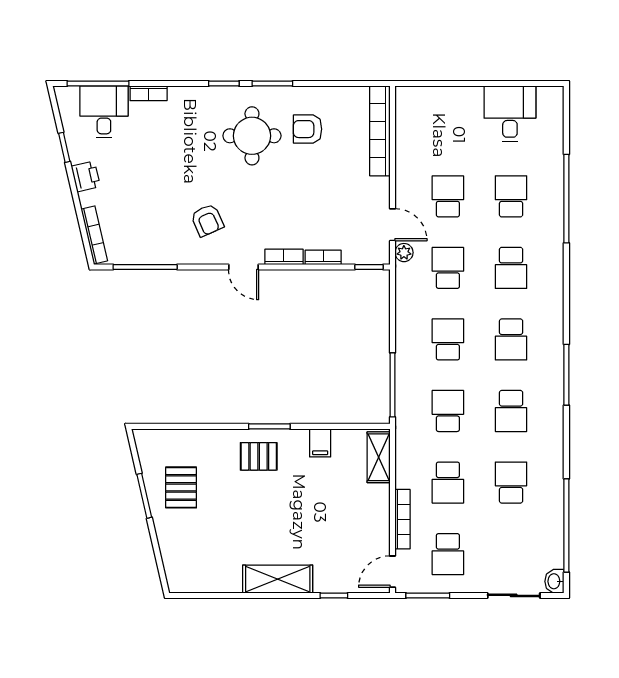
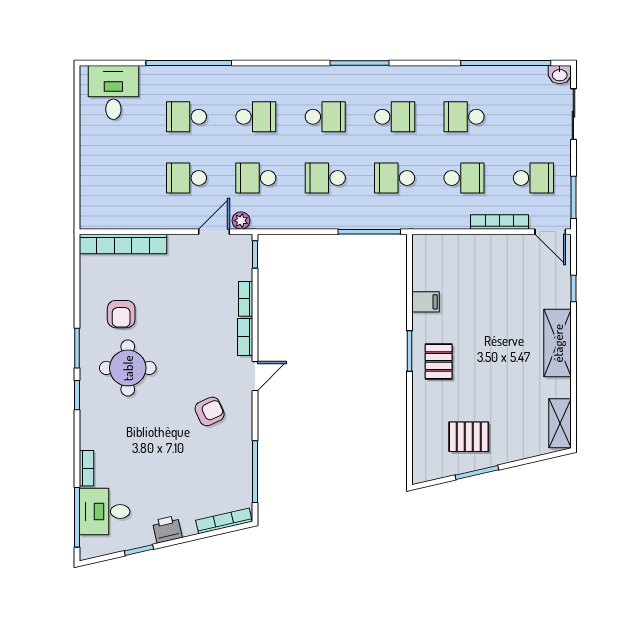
desk: (510, 114) -> (113, 92), moved, turned 90
shelving: (379, 457) -> (560, 423), moved, turned 90

